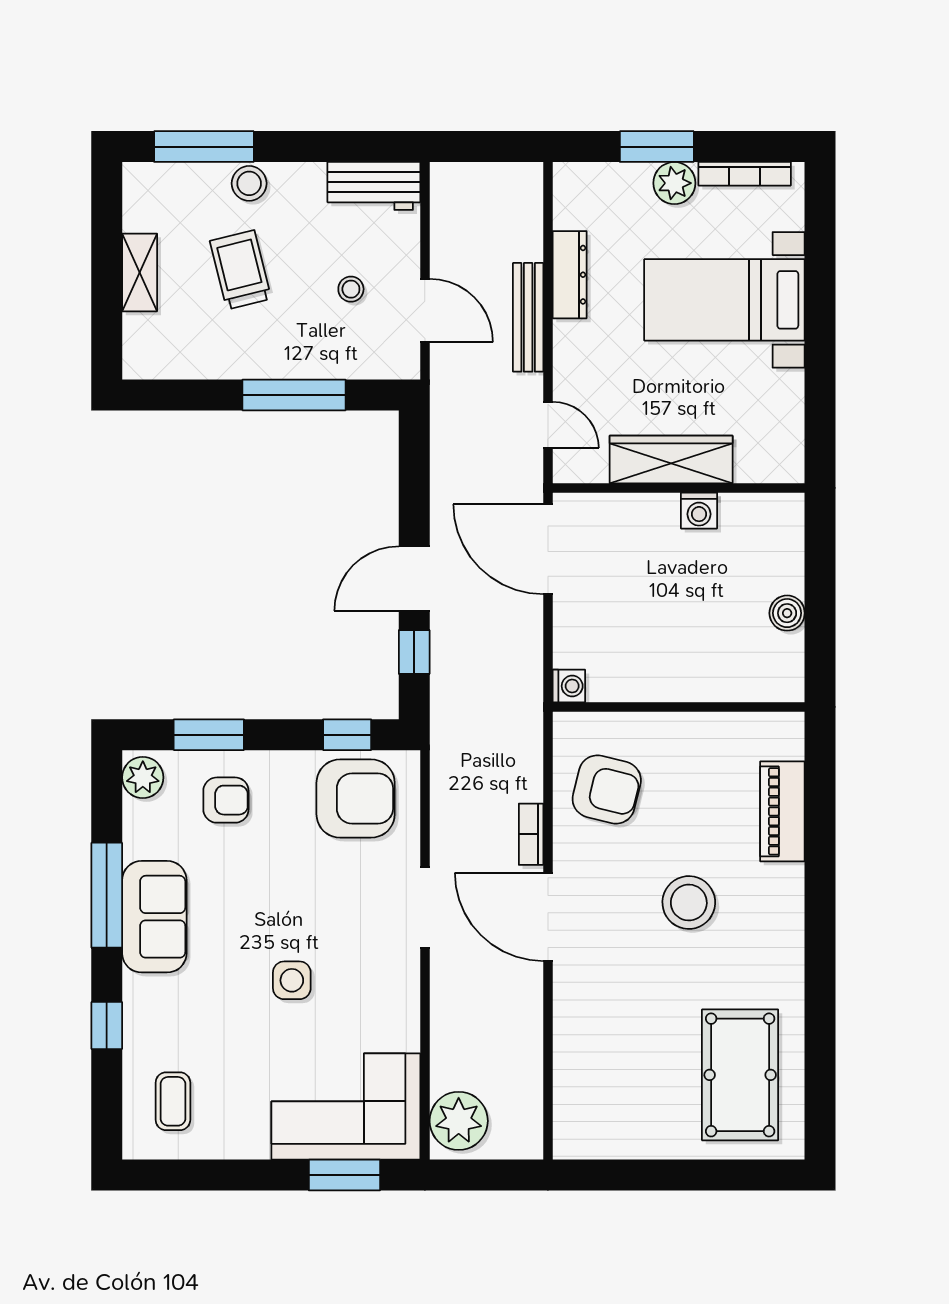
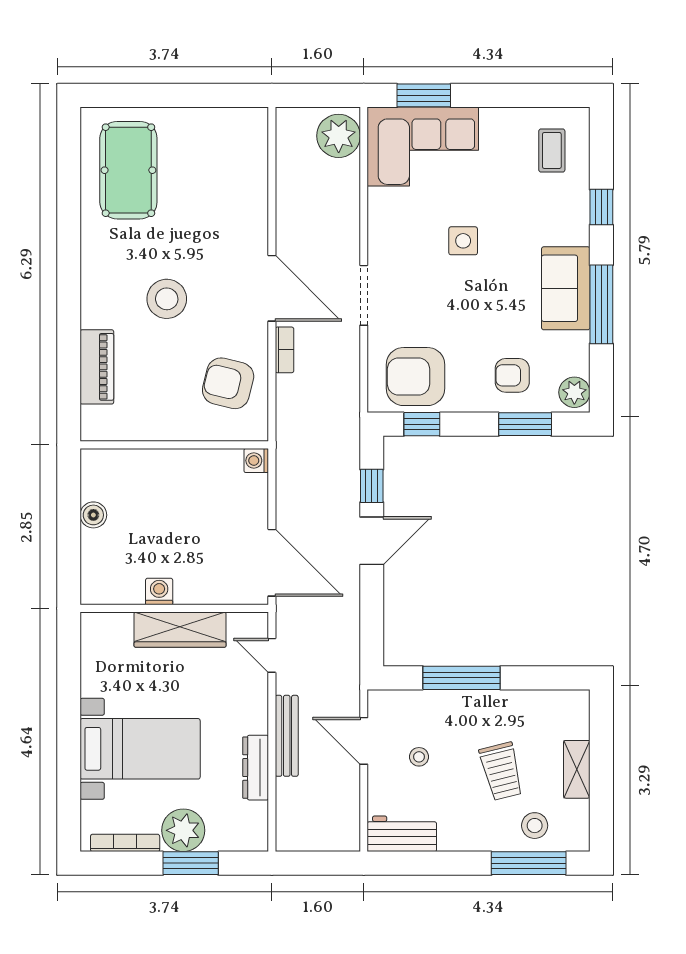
stool: (249, 183) -> (535, 826), moved
plant: (674, 183) -> (183, 830), width x1.36, depth x1.36

